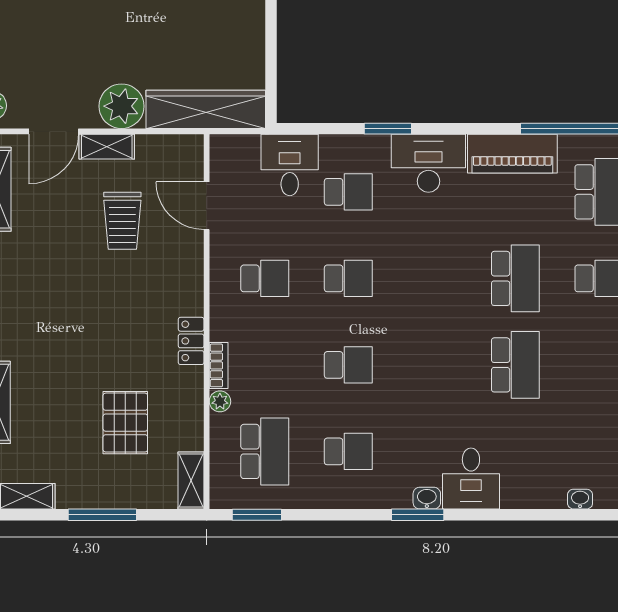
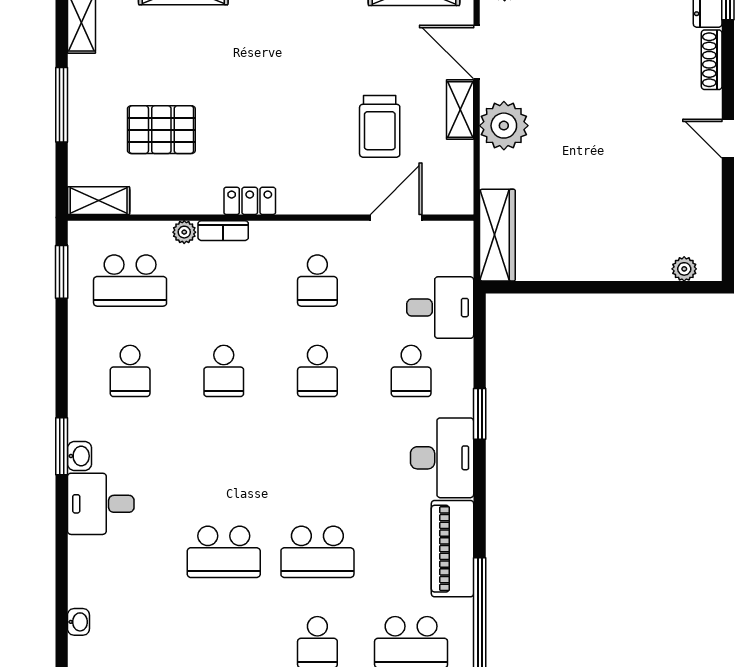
wardrobe: (206, 109) -> (497, 235), width x0.71, depth x0.85
trolley: (122, 221) -> (380, 126), turned -90

